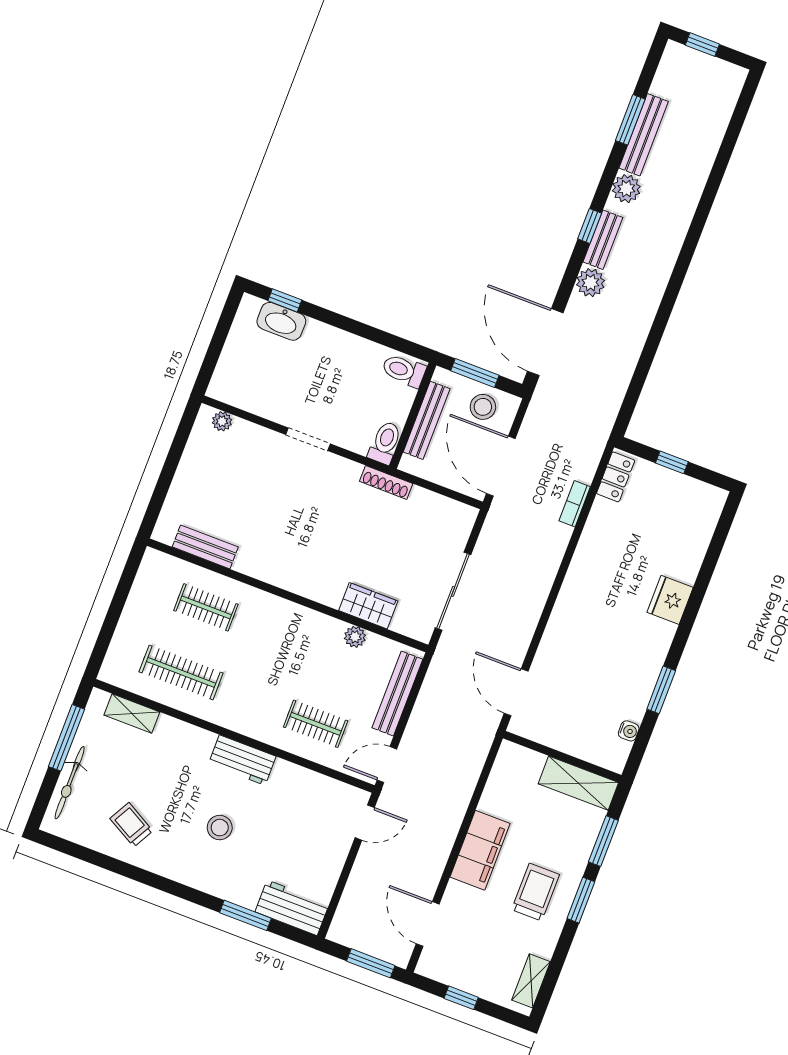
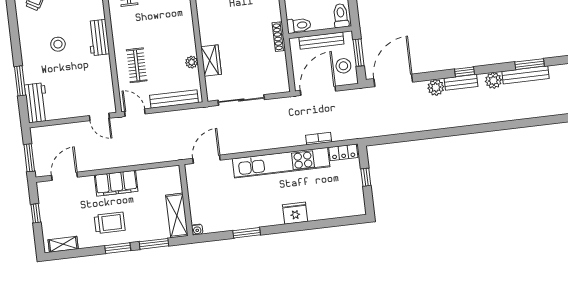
kitchen unit: (581, 581) -> (281, 163), added
water cooler: (629, 731) -> (197, 230), moved

